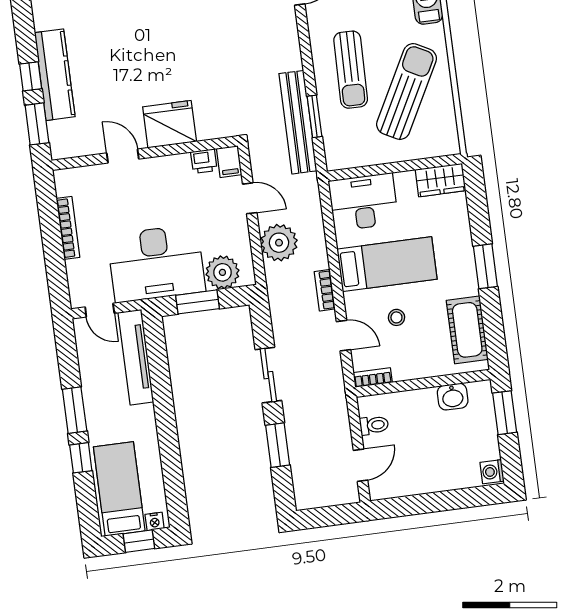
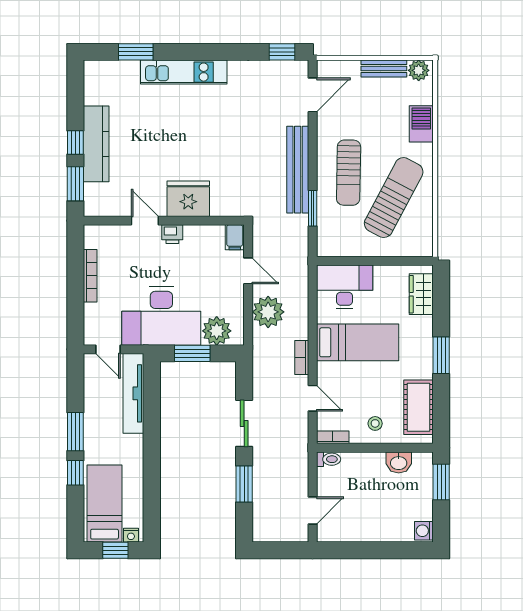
bench: (298, 122) -> (298, 170), moved
printer: (204, 161) -> (172, 234), moved
wardrobe: (441, 180) -> (421, 294), moved, turned 90
stool: (396, 317) -> (375, 423), moved
toilet: (374, 425) -> (329, 459), moved

